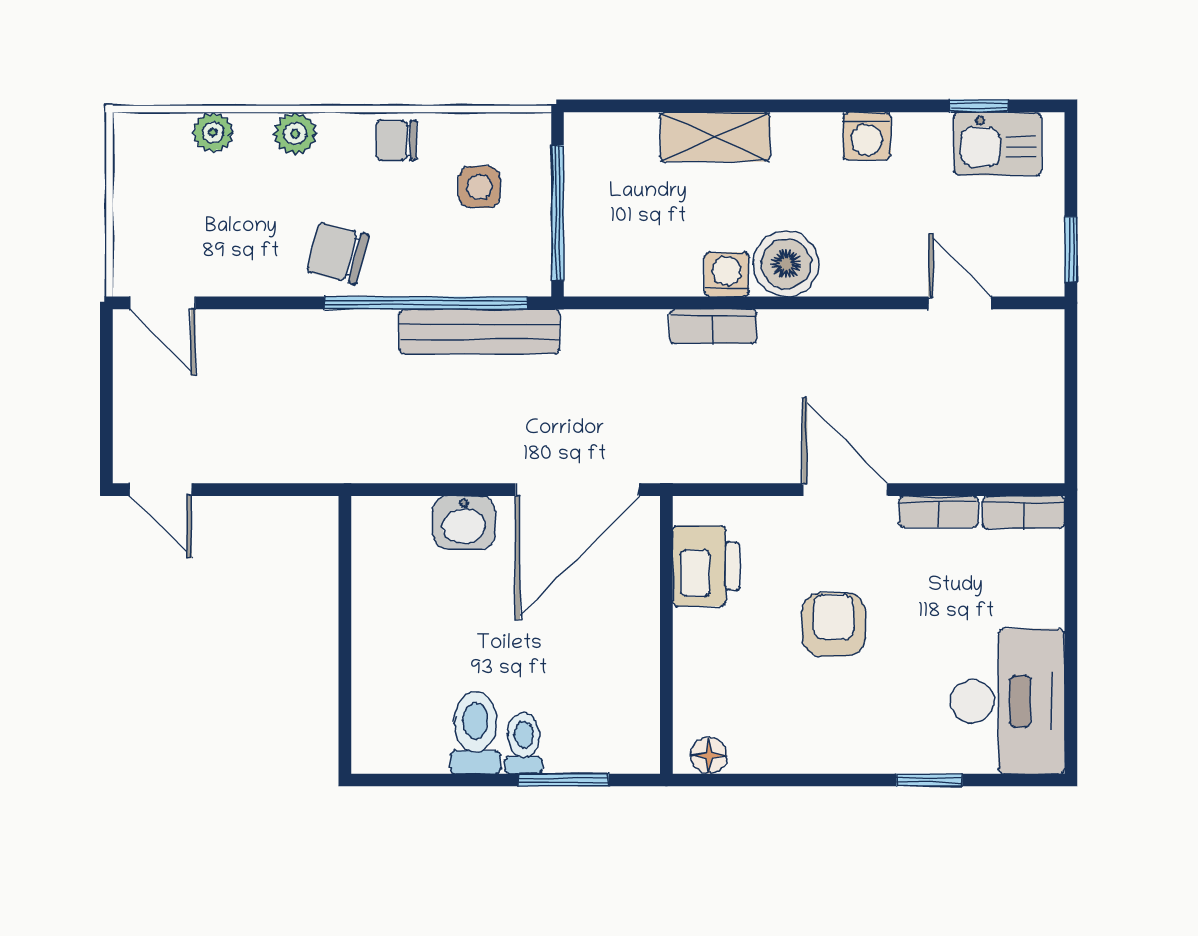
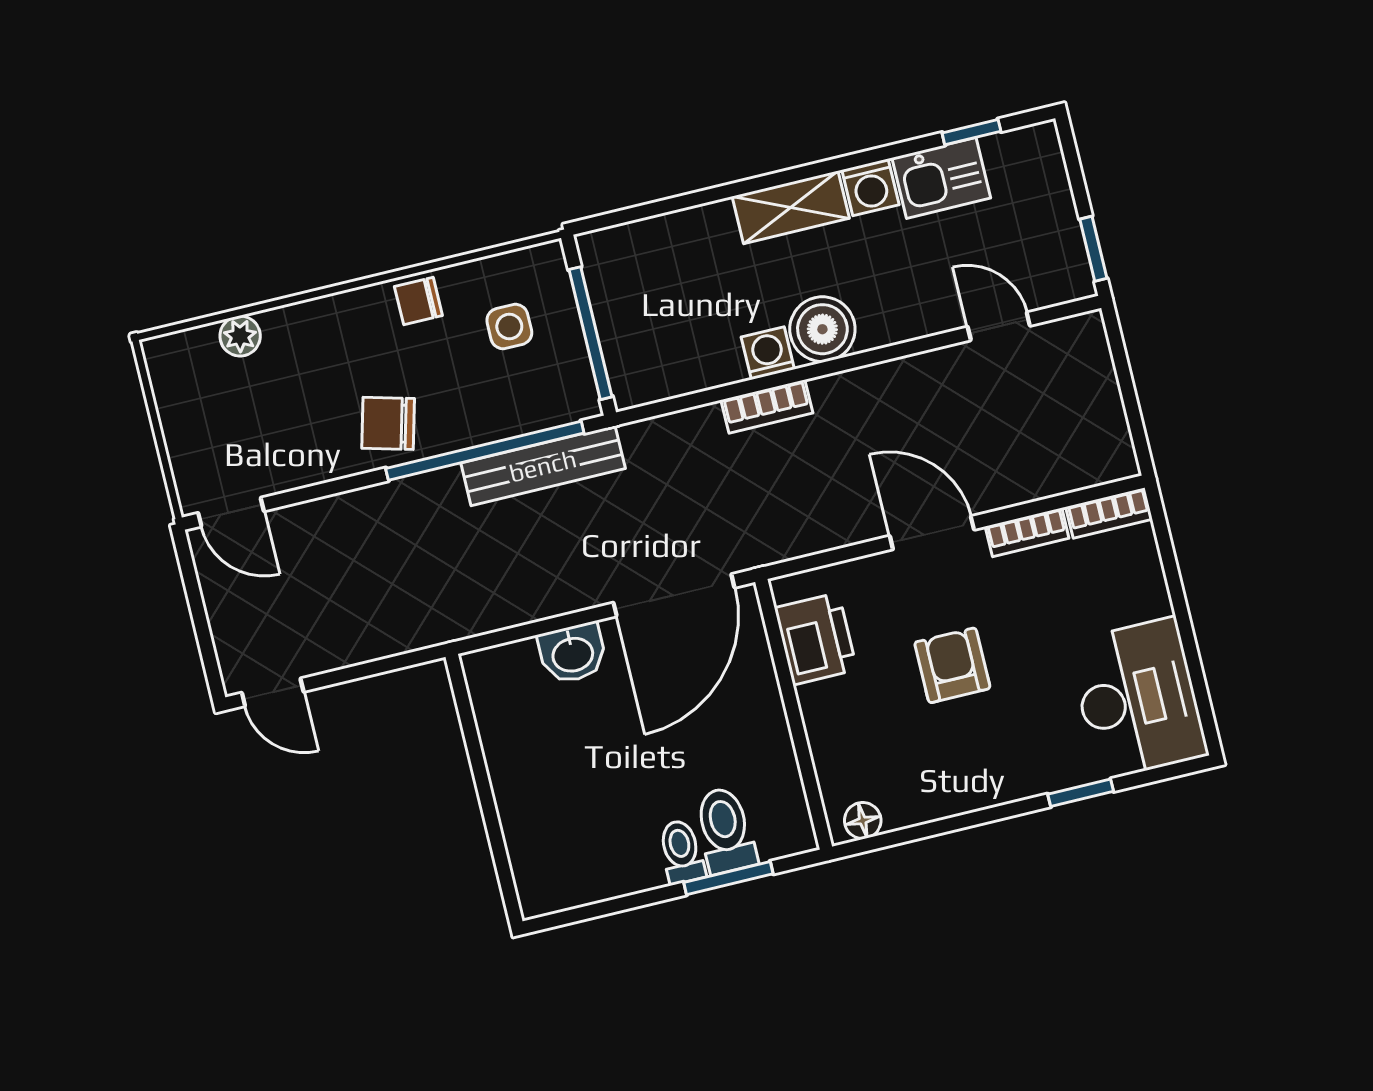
plant: (295, 134) -> (319, 318), removed
shelving: (715, 137) -> (791, 207), moved
kitchen sink: (998, 144) -> (941, 178), moved
toilet: (475, 732) -> (725, 830), moved

